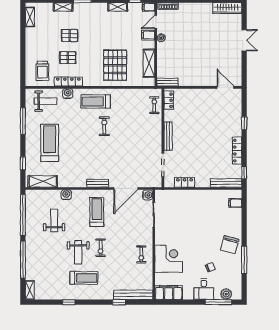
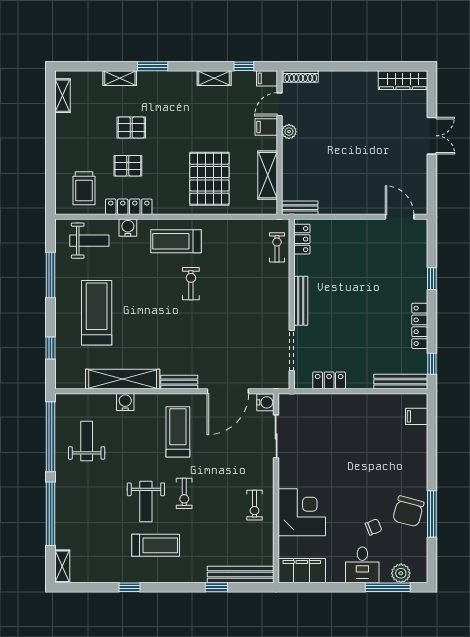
shelving: (43, 181) -> (123, 379), moved, width x1.47
weight bench: (54, 220) -> (87, 441), moved
chair: (230, 245) -> (408, 511), moved

